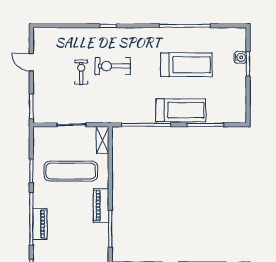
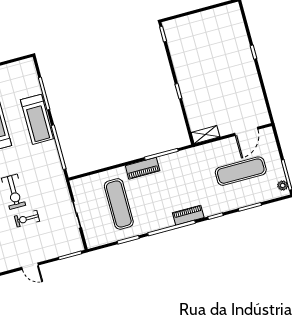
door: (31, 62) -> (30, 266), hinge flipped
treadmill: (181, 110) -> (37, 119), turned 180
shelving: (103, 140) -> (83, 183), removed
piano: (40, 224) -> (188, 215), moved

